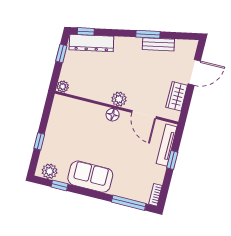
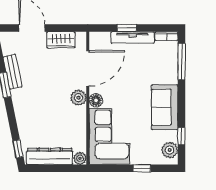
dresser: (91, 43) -> (50, 156), moved, turned -79
window: (61, 53) -> (47, 168), removed
door: (144, 115) -> (88, 68), width x1.36
corner sofa: (76, 119) -> (109, 136), added
tv unit: (167, 145) -> (133, 38), moved

